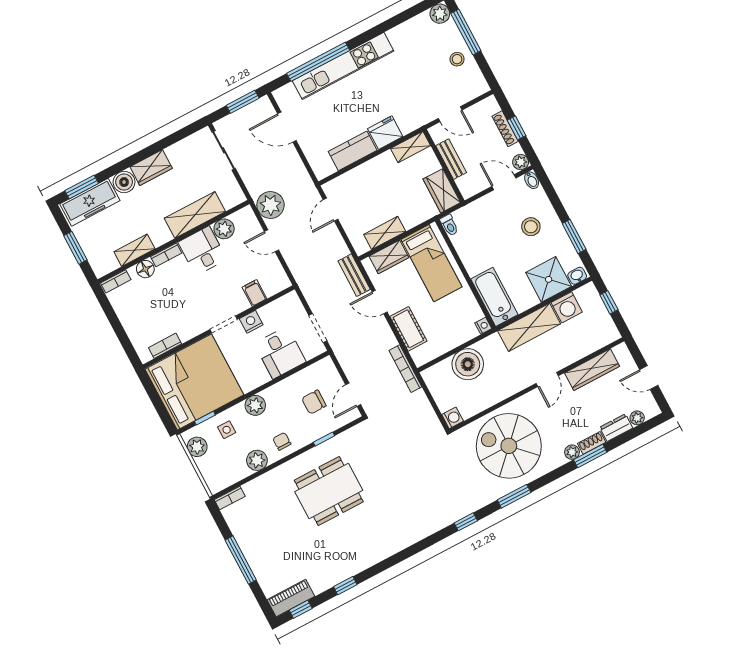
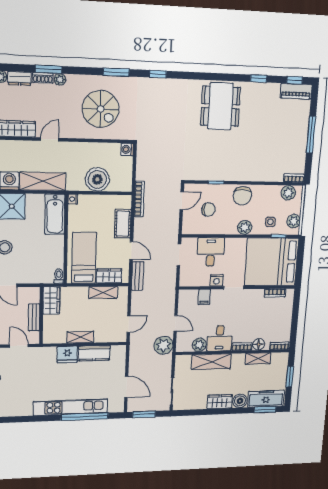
shelving: (411, 147) -> (80, 337), moved
chair: (282, 441) -> (242, 196), width x1.87, depth x1.87
spiral stairs: (509, 446) -> (101, 109), width x0.73, depth x0.73
plant: (257, 460) -> (288, 193), moved
dining table: (329, 491) -> (220, 106), moved, turned 90

